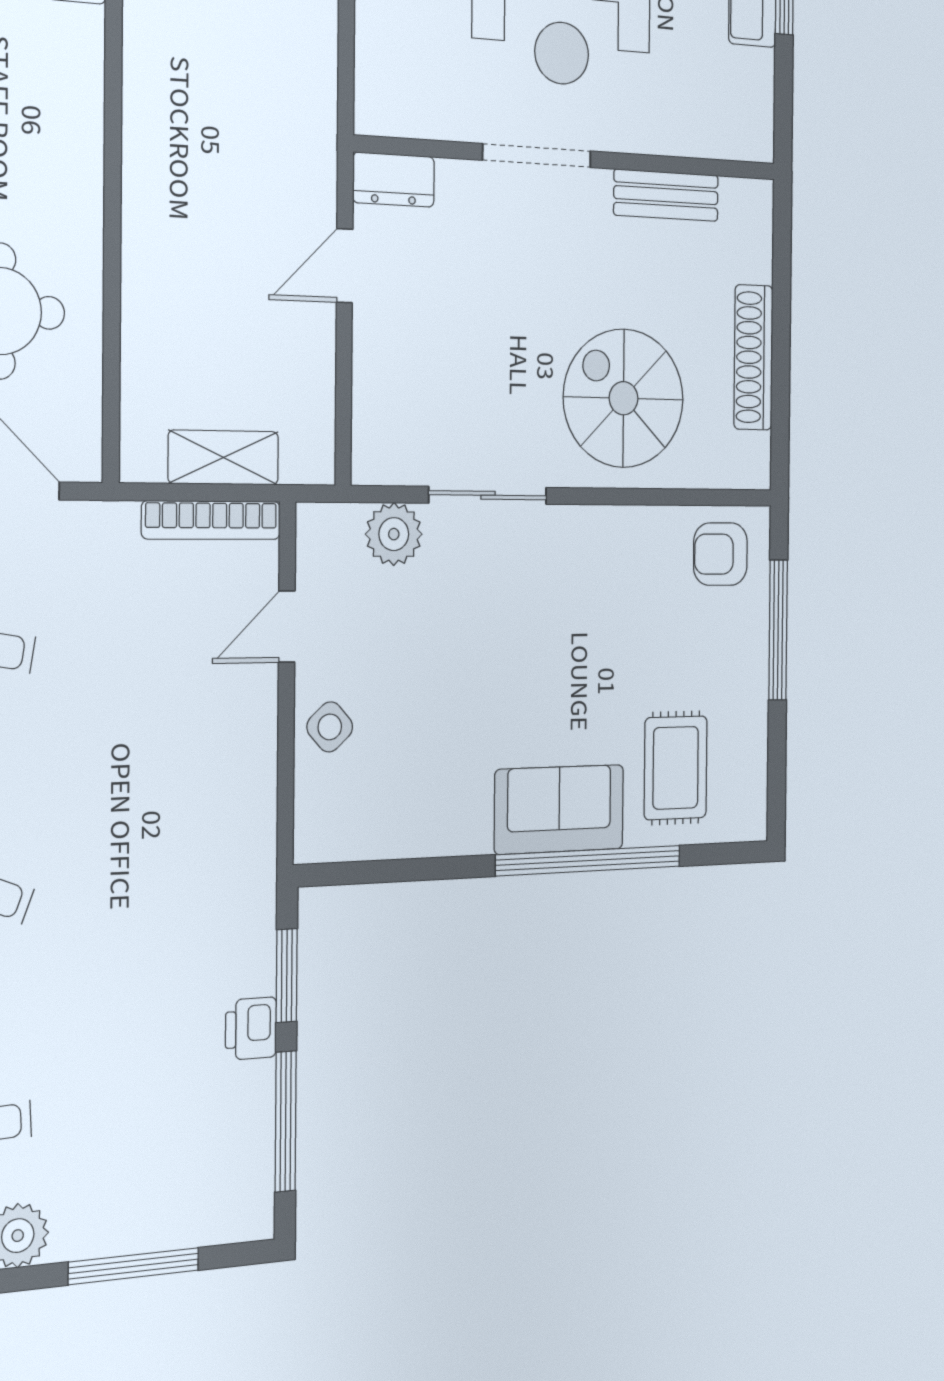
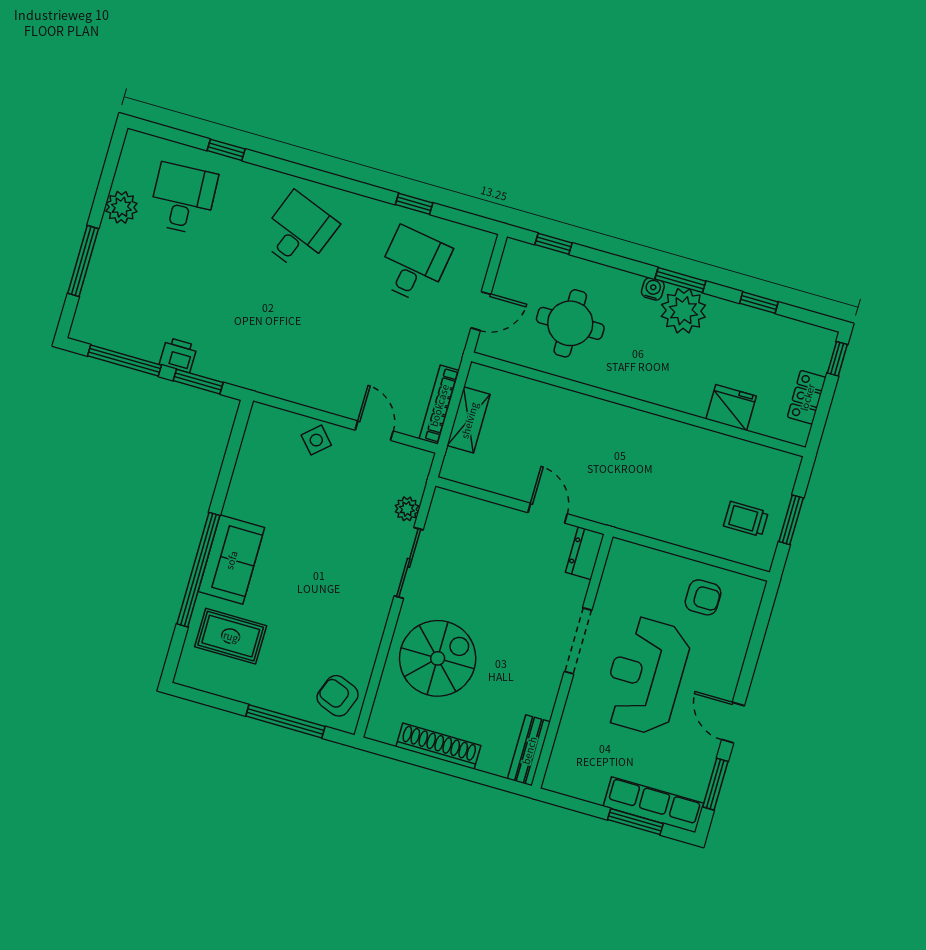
bench: (666, 195) -> (529, 750), moved
plant: (394, 534) -> (407, 509), width x0.73, depth x0.73
armchair: (720, 554) -> (338, 696), turned -69

